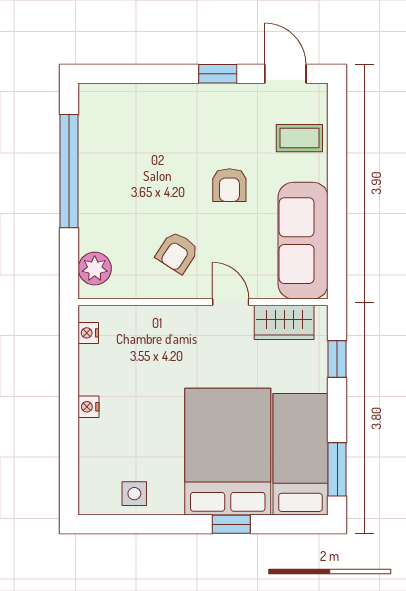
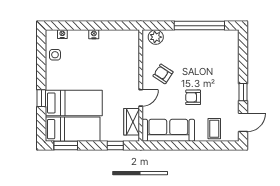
nightstand: (88, 333) -> (62, 34), moved
bed: (228, 452) -> (74, 103), width x0.67

